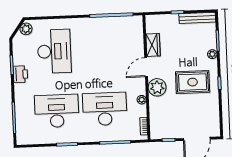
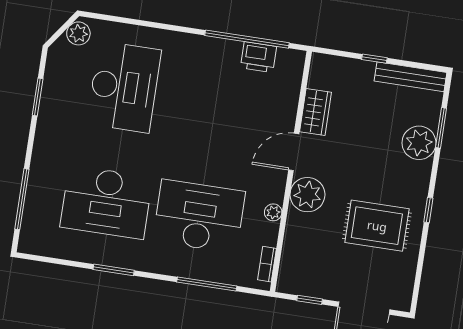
plant: (212, 54) -> (419, 143), width x1.88, depth x1.88
printer: (20, 74) -> (258, 57), moved, turned 90
rug: (193, 82) -> (377, 226), moved
desk: (57, 111) -> (106, 202), turned 180

